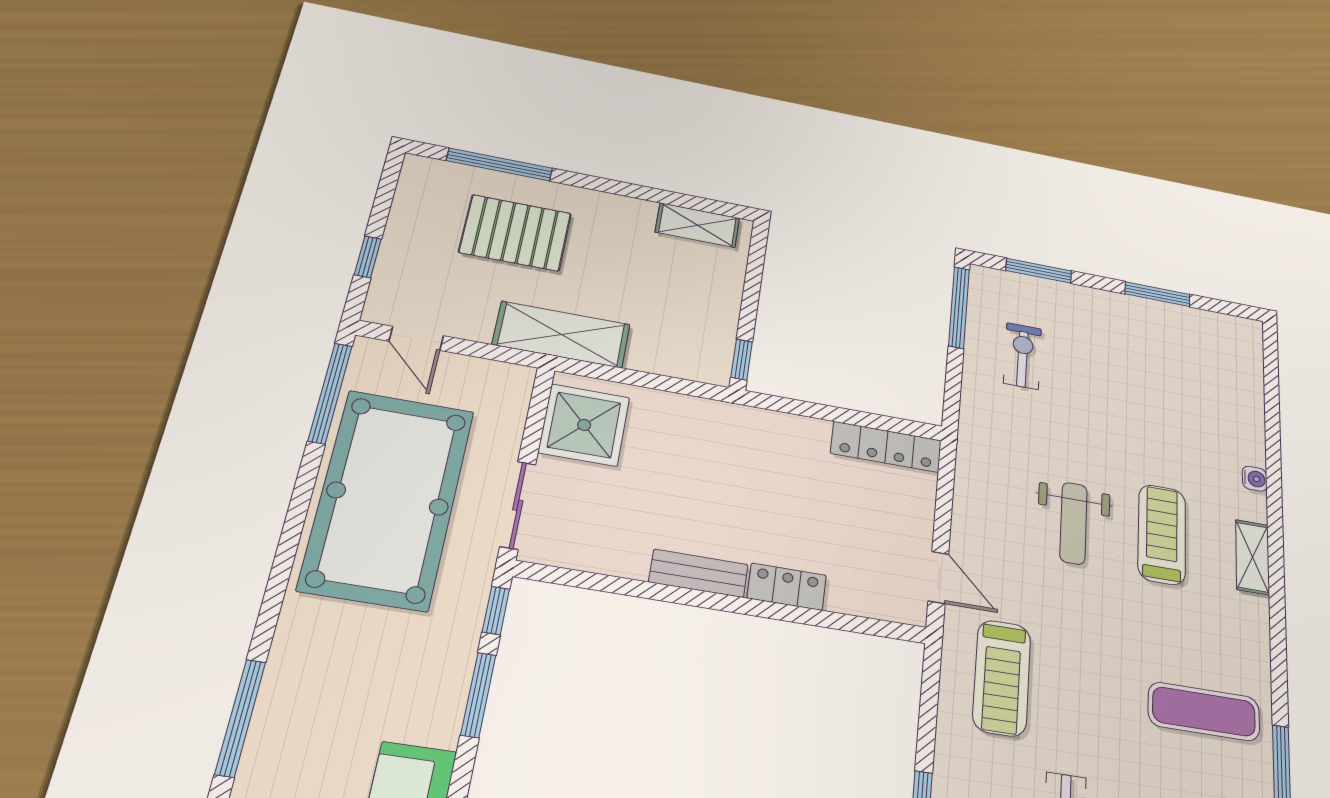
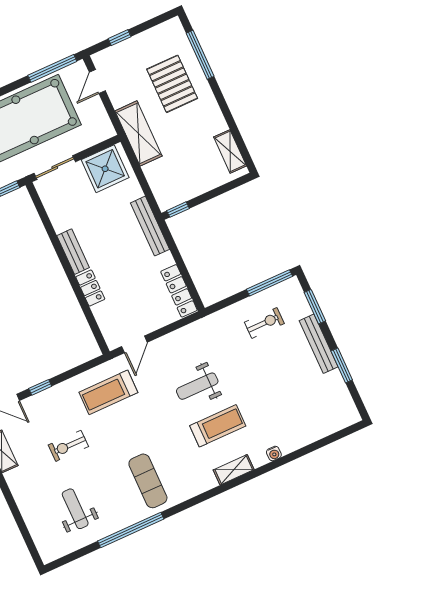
bench: (1103, 303) -> (319, 344), added
bench: (740, 420) -> (150, 226), added

